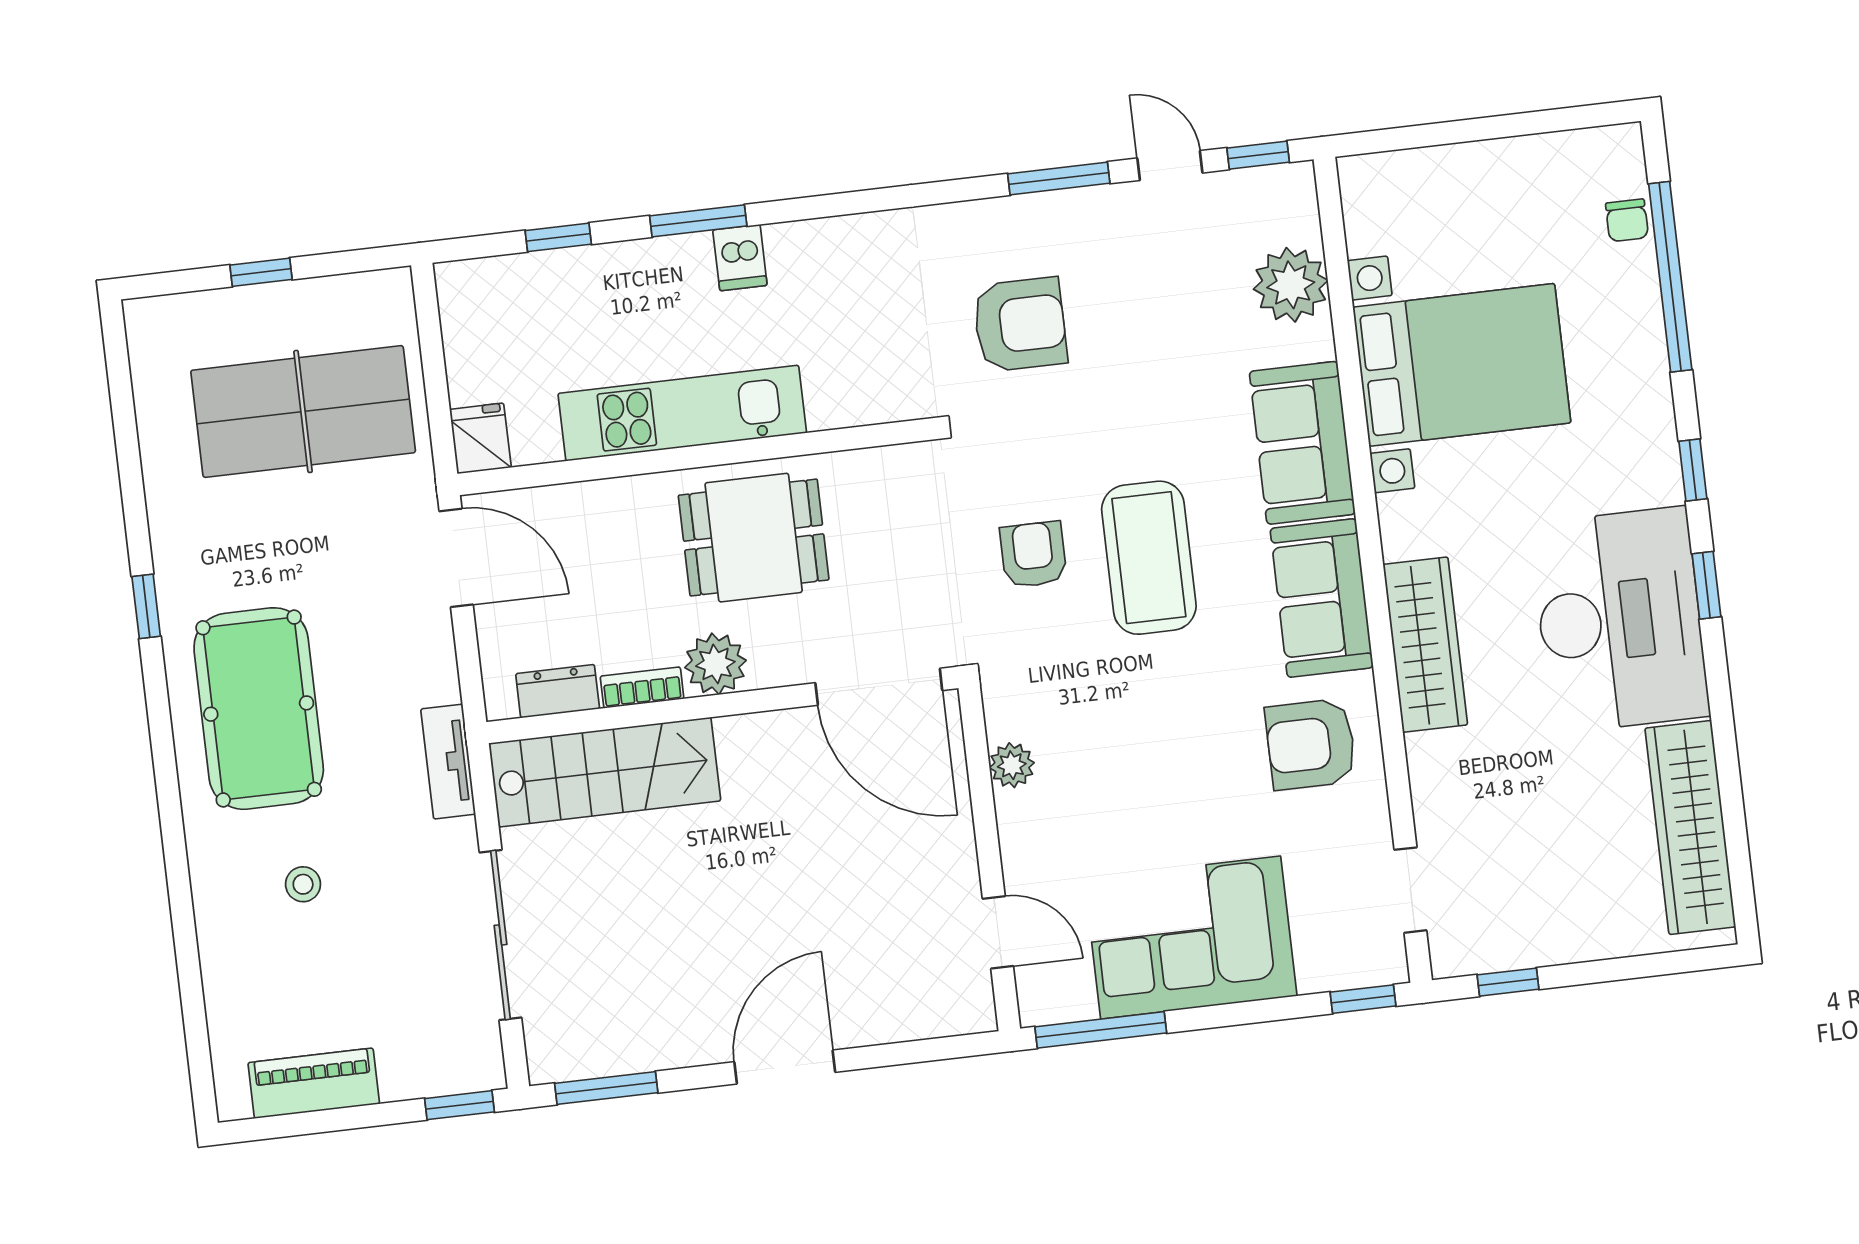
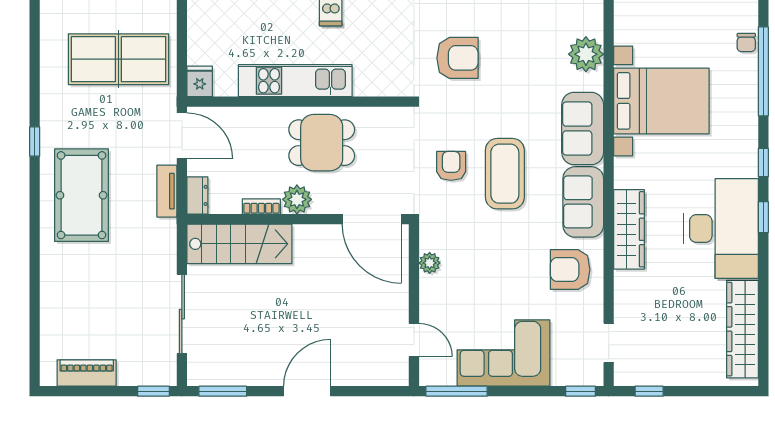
dresser: (558, 691) -> (197, 195), moved, turned 90
tv unit: (448, 762) -> (167, 191), moved
stool: (303, 884) -> (93, 280), removed

